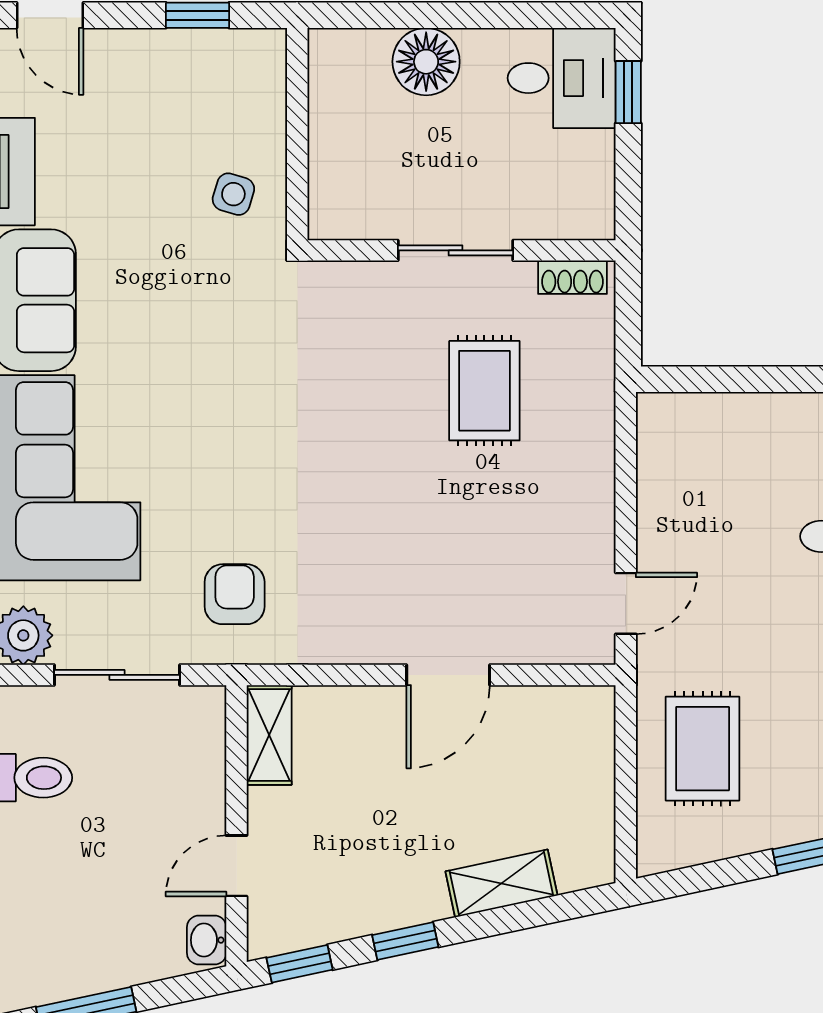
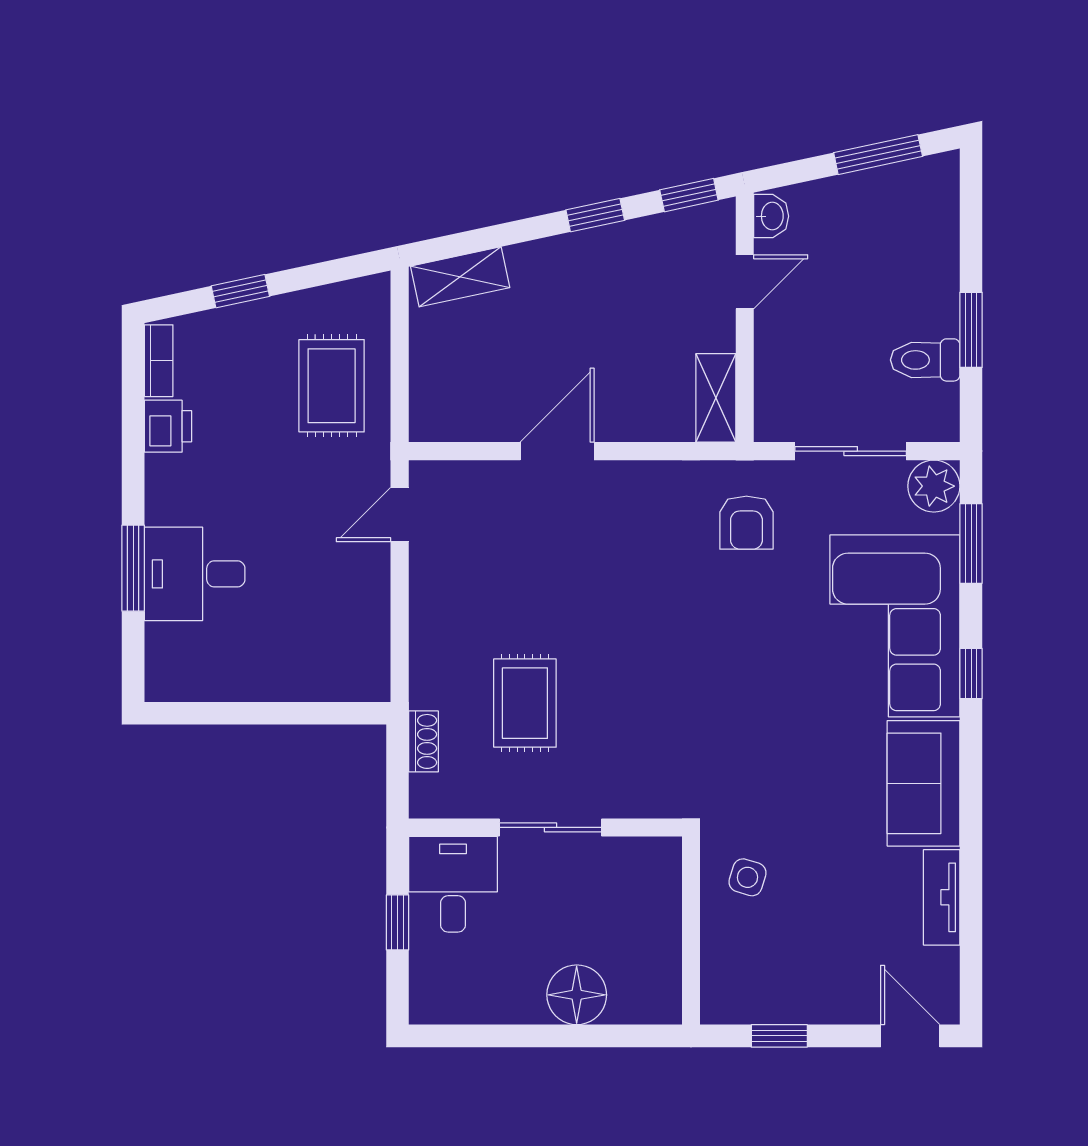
desk: (562, 78) -> (453, 884), moved, turned 90
window: (628, 92) -> (397, 922), moved
shoe rack: (572, 277) -> (423, 741), moved, turned 90
shelving: (501, 883) -> (460, 277), moved

